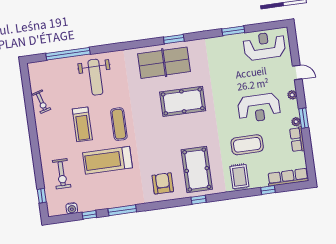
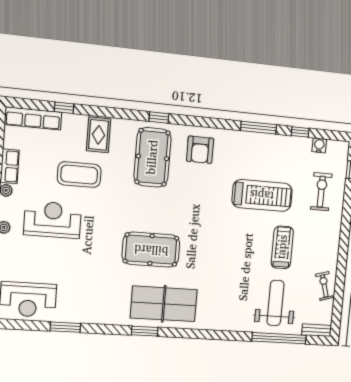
bench: (39, 66) -> (317, 330), added
weight bench: (95, 77) -> (275, 303), moved
exercise mat: (119, 124) -> (238, 238), removed

